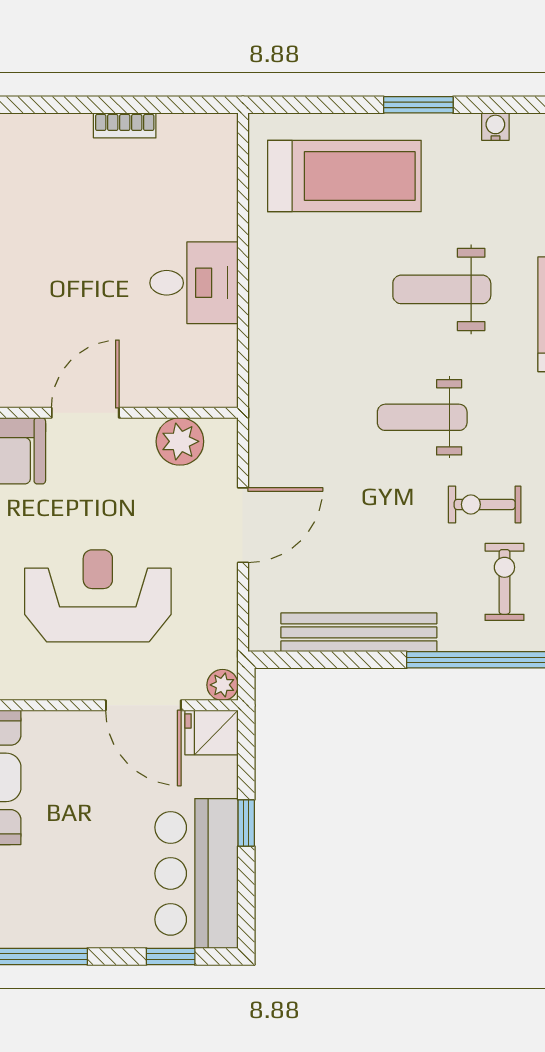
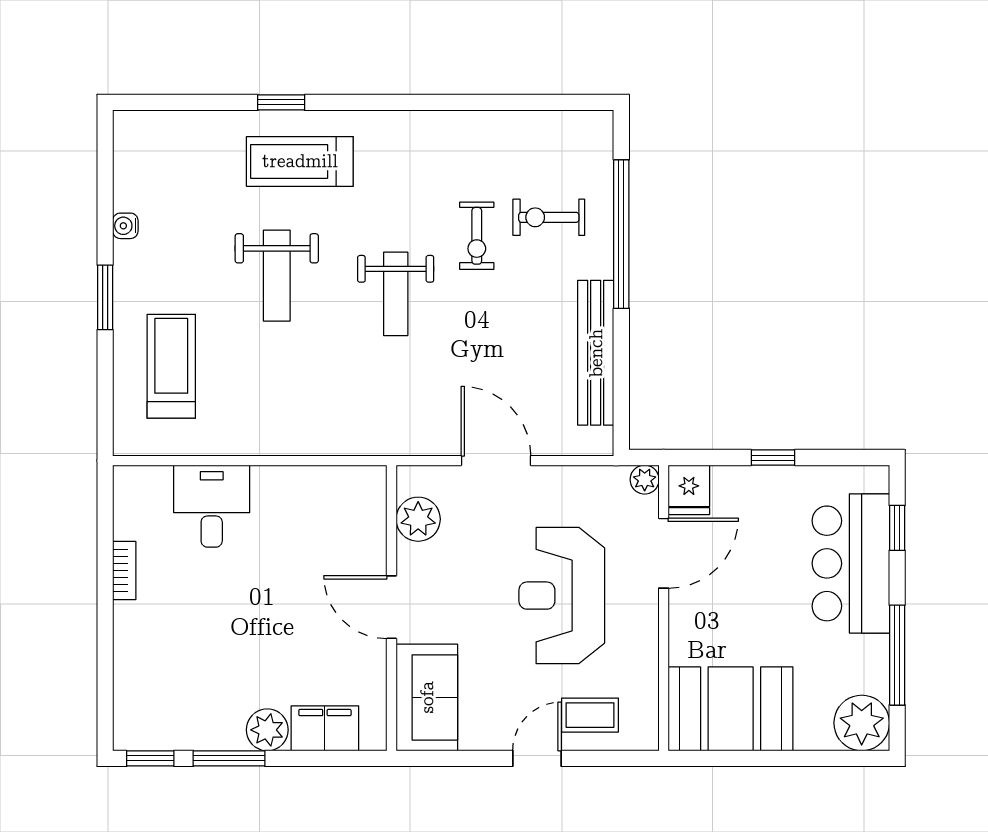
treadmill: (344, 176) -> (171, 366), width x0.73, depth x0.73
desk: (194, 283) -> (212, 506), moved
bar counter: (196, 873) -> (851, 563), moved, turned 90

